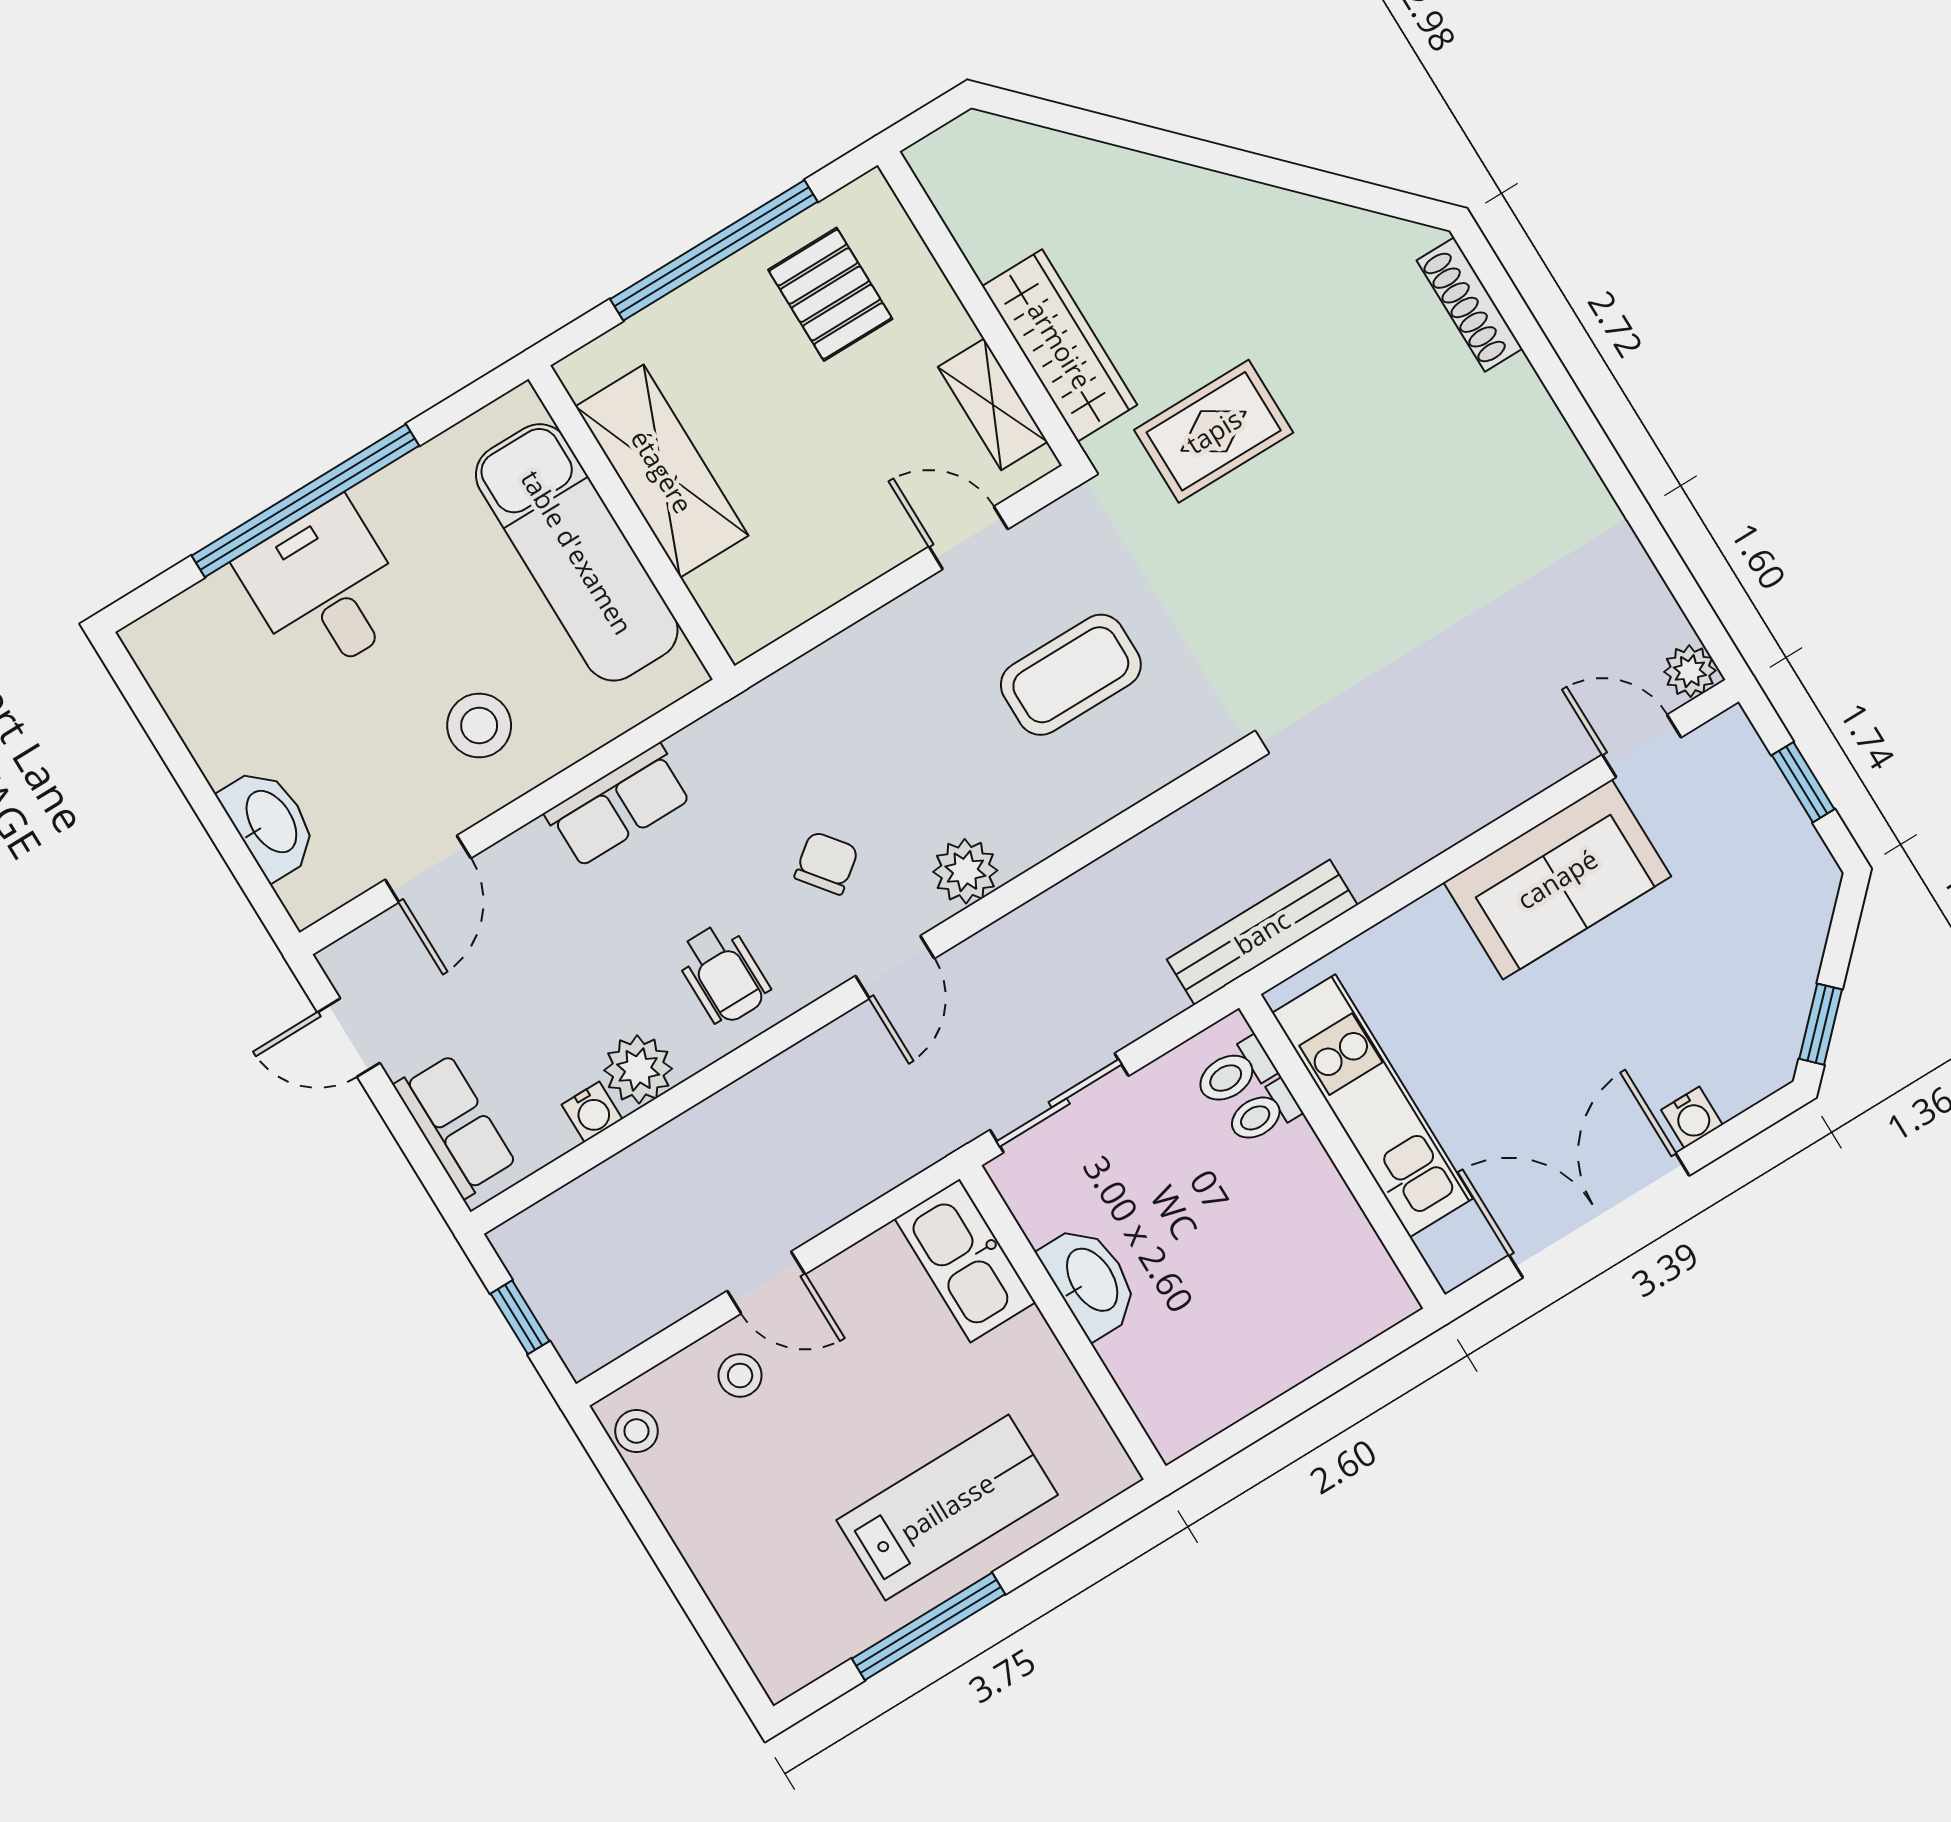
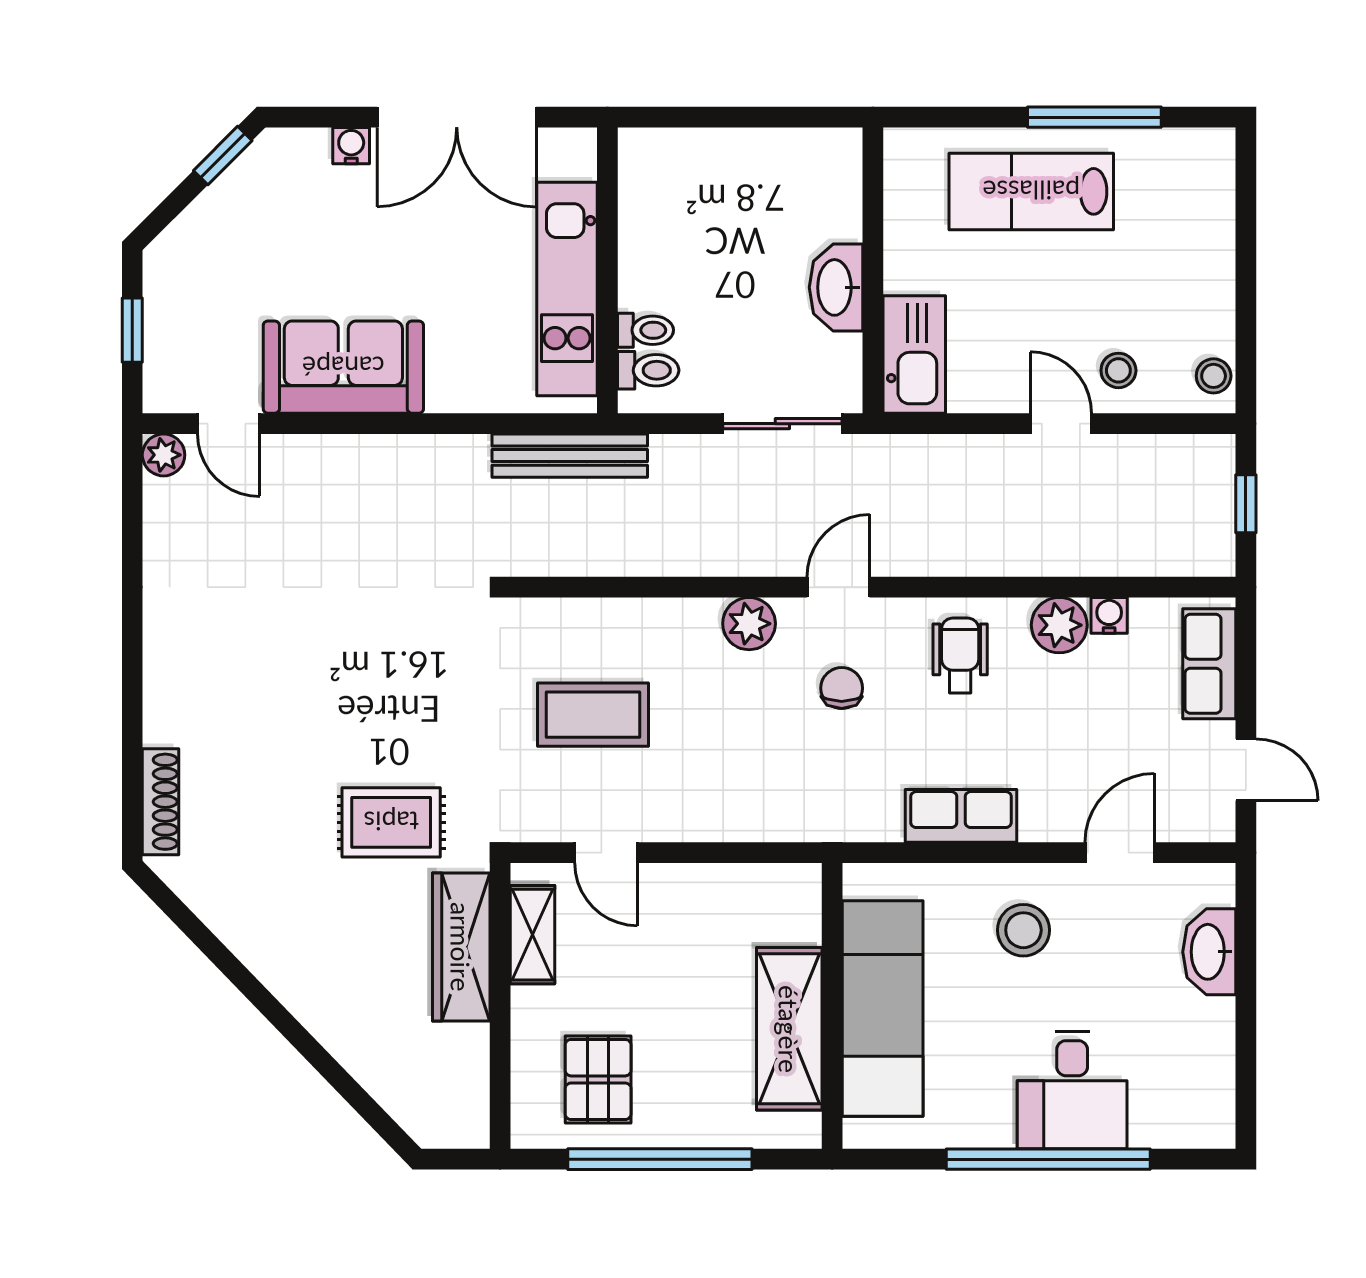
chair: (826, 863) -> (842, 688), turned 128

